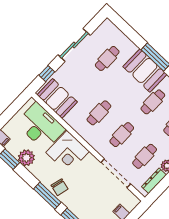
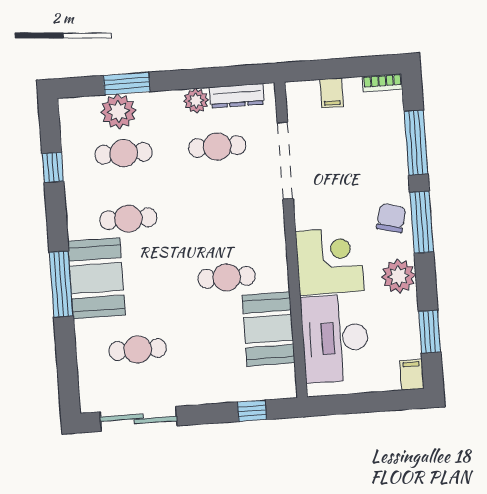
sliding door: (74, 45) -> (139, 419), moved
booth: (57, 98) -> (269, 329), moved
cafe table: (122, 135) -> (222, 212), removed
plant: (26, 158) -> (399, 276), moved

